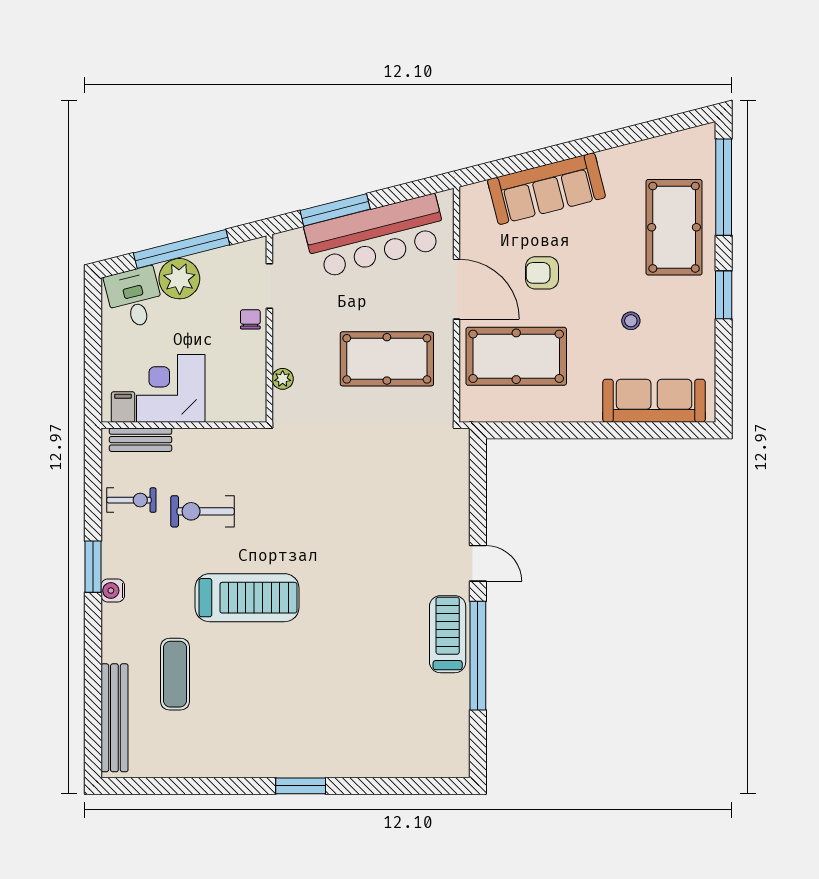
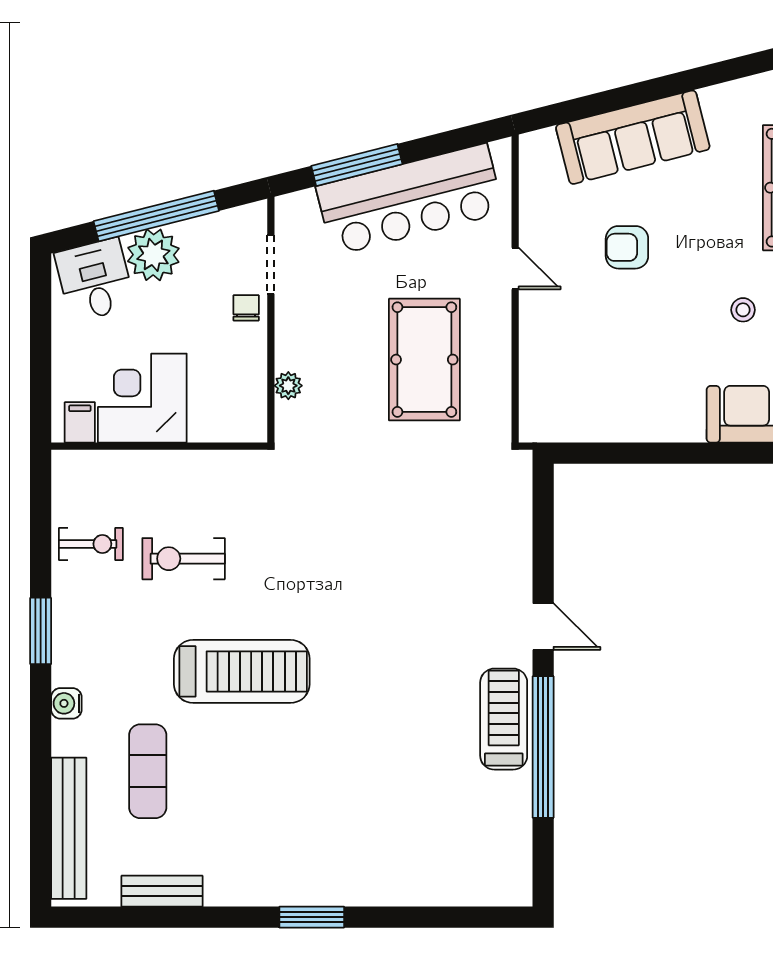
door: (456, 289) -> (515, 269), width x0.53
pool table: (516, 356) -> (593, 356), removed
pool table: (387, 359) -> (424, 360), turned 90
bench: (141, 440) -> (162, 891), moved
water cooler: (113, 591) -> (66, 703), moved

